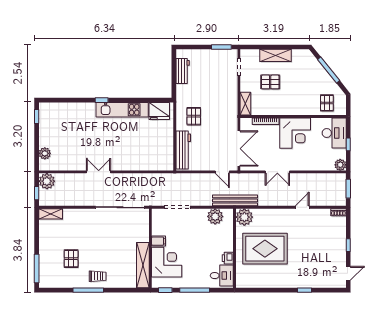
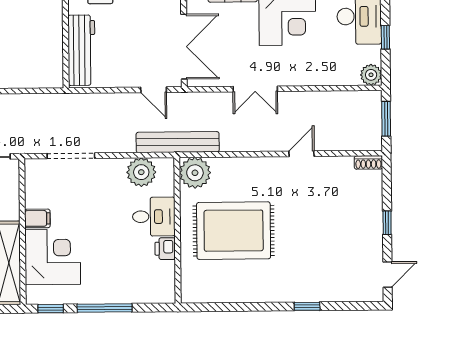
desk: (222, 276) -> (154, 217), moved

